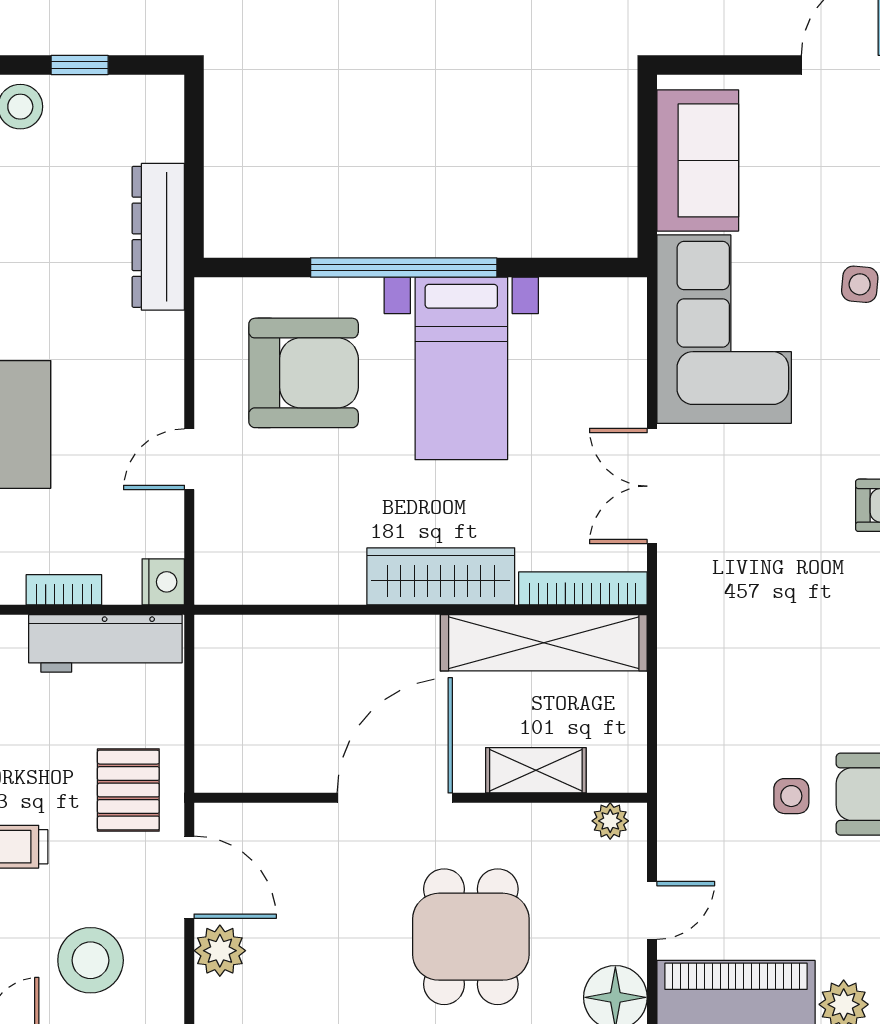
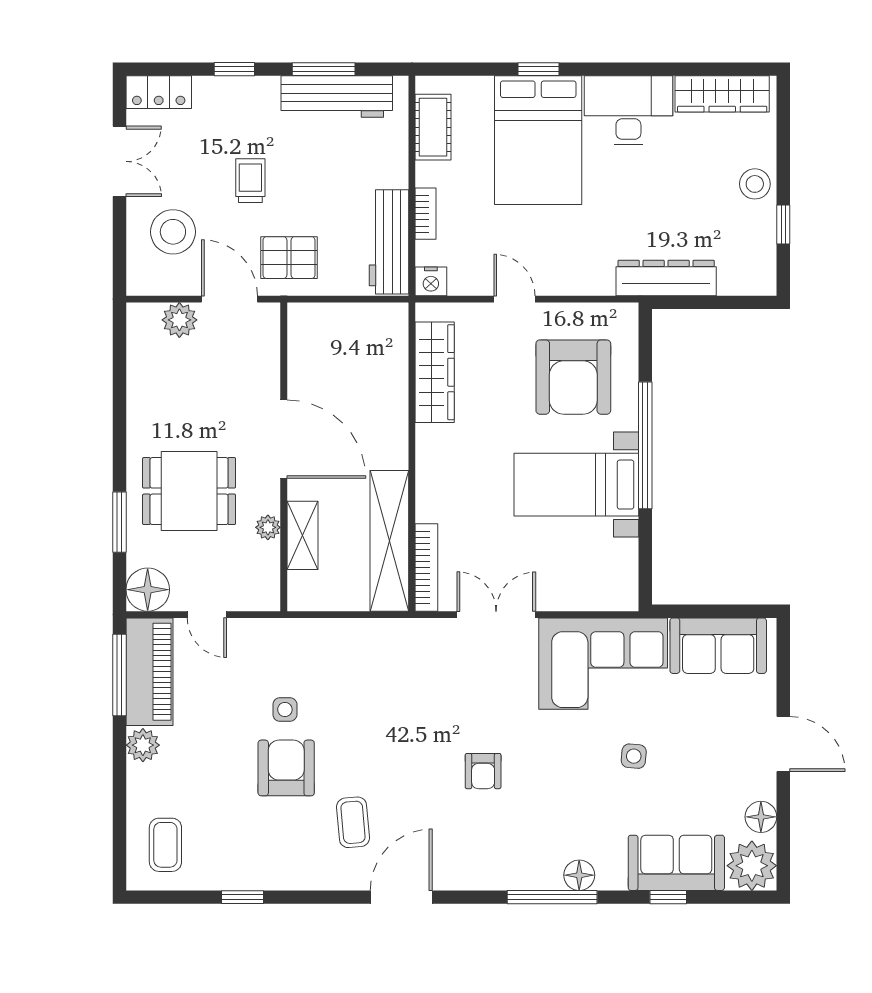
wardrobe: (441, 576) -> (435, 372), moved
plant: (610, 821) -> (268, 527), moved
door: (189, 877) -> (230, 299), swing flipped

